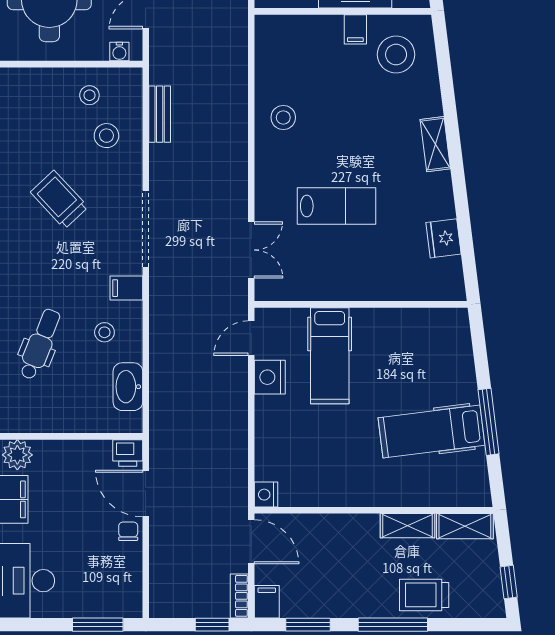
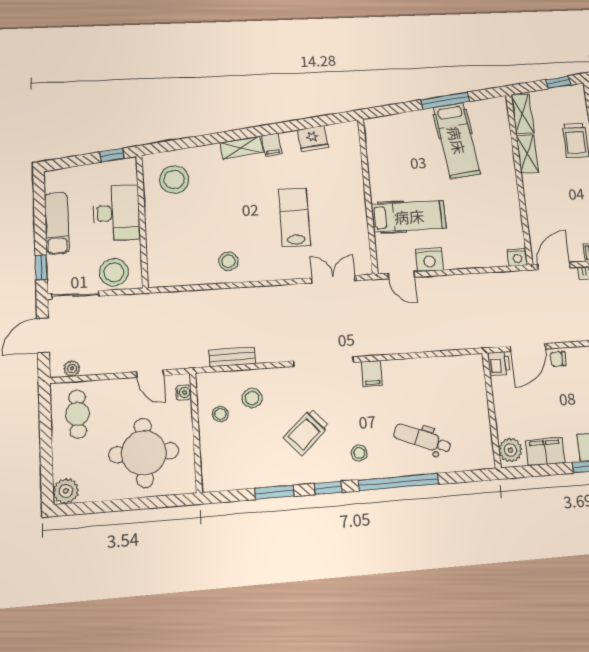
filing cabinet: (355, 29) -> (272, 145), moved, turned 83
stool: (104, 332) -> (359, 453), moved
washbasin: (128, 387) -> (448, 367), removed

